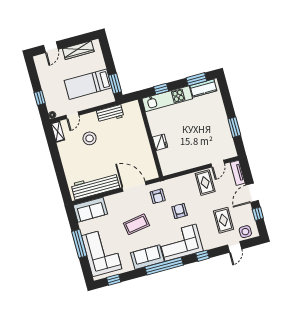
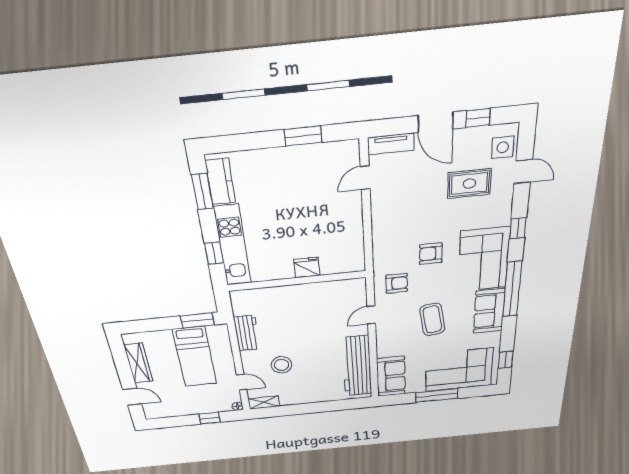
door: (218, 164) -> (365, 178), swing flipped
rug: (205, 183) -> (394, 205), removed
door: (134, 186) -> (371, 315), width x0.53

